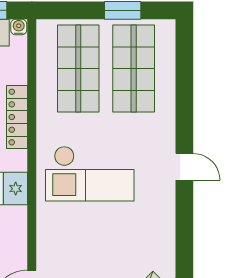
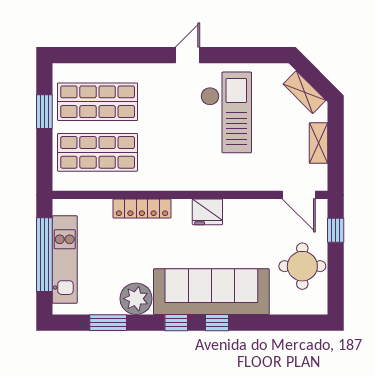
water cooler: (19, 27) -> (60, 207), removed
checkout: (90, 174) -> (226, 112), moved

